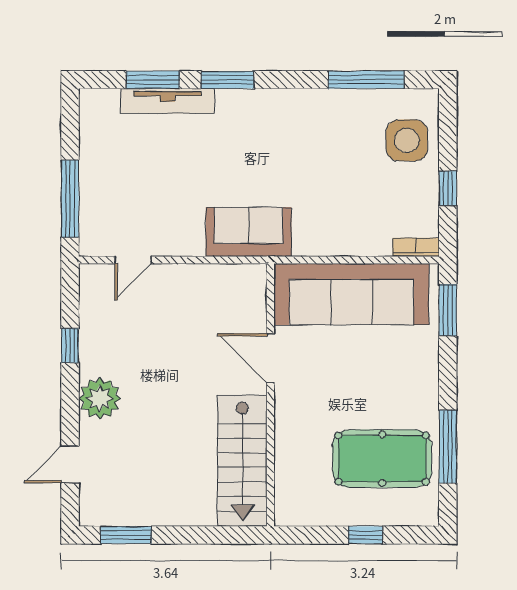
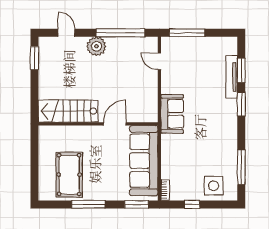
window: (70, 346) -> (120, 33), width x3.17
window: (448, 447) -> (88, 204), moved
window: (365, 535) -> (34, 167), removed

